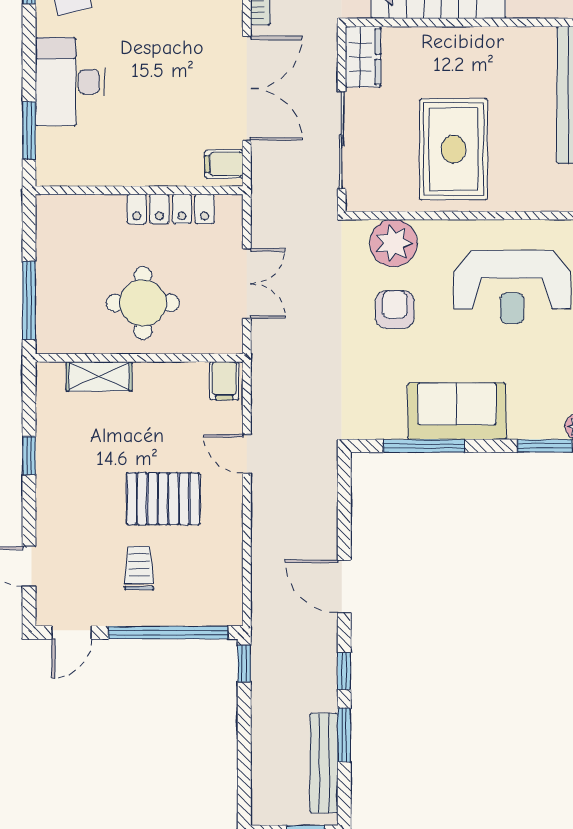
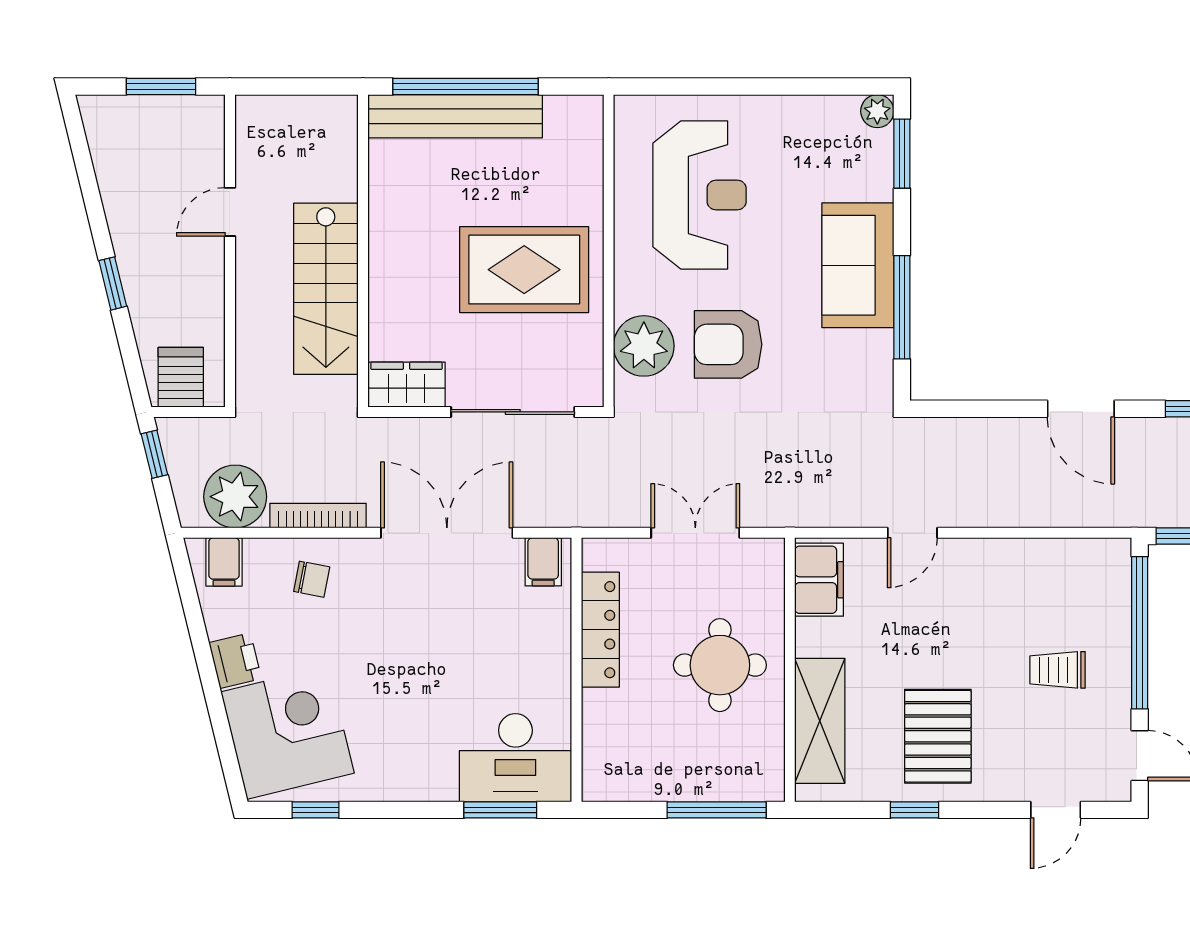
desk: (70, 82) -> (515, 758), moved
armchair: (395, 309) -> (728, 344), width x1.38, depth x1.38
shelving: (99, 376) -> (820, 721), width x1.50, depth x1.33
filing cabinet: (224, 381) -> (819, 580), width x2.00
pallet: (163, 499) -> (938, 736), moved
door: (344, 586) -> (1081, 409), hinge flipped

